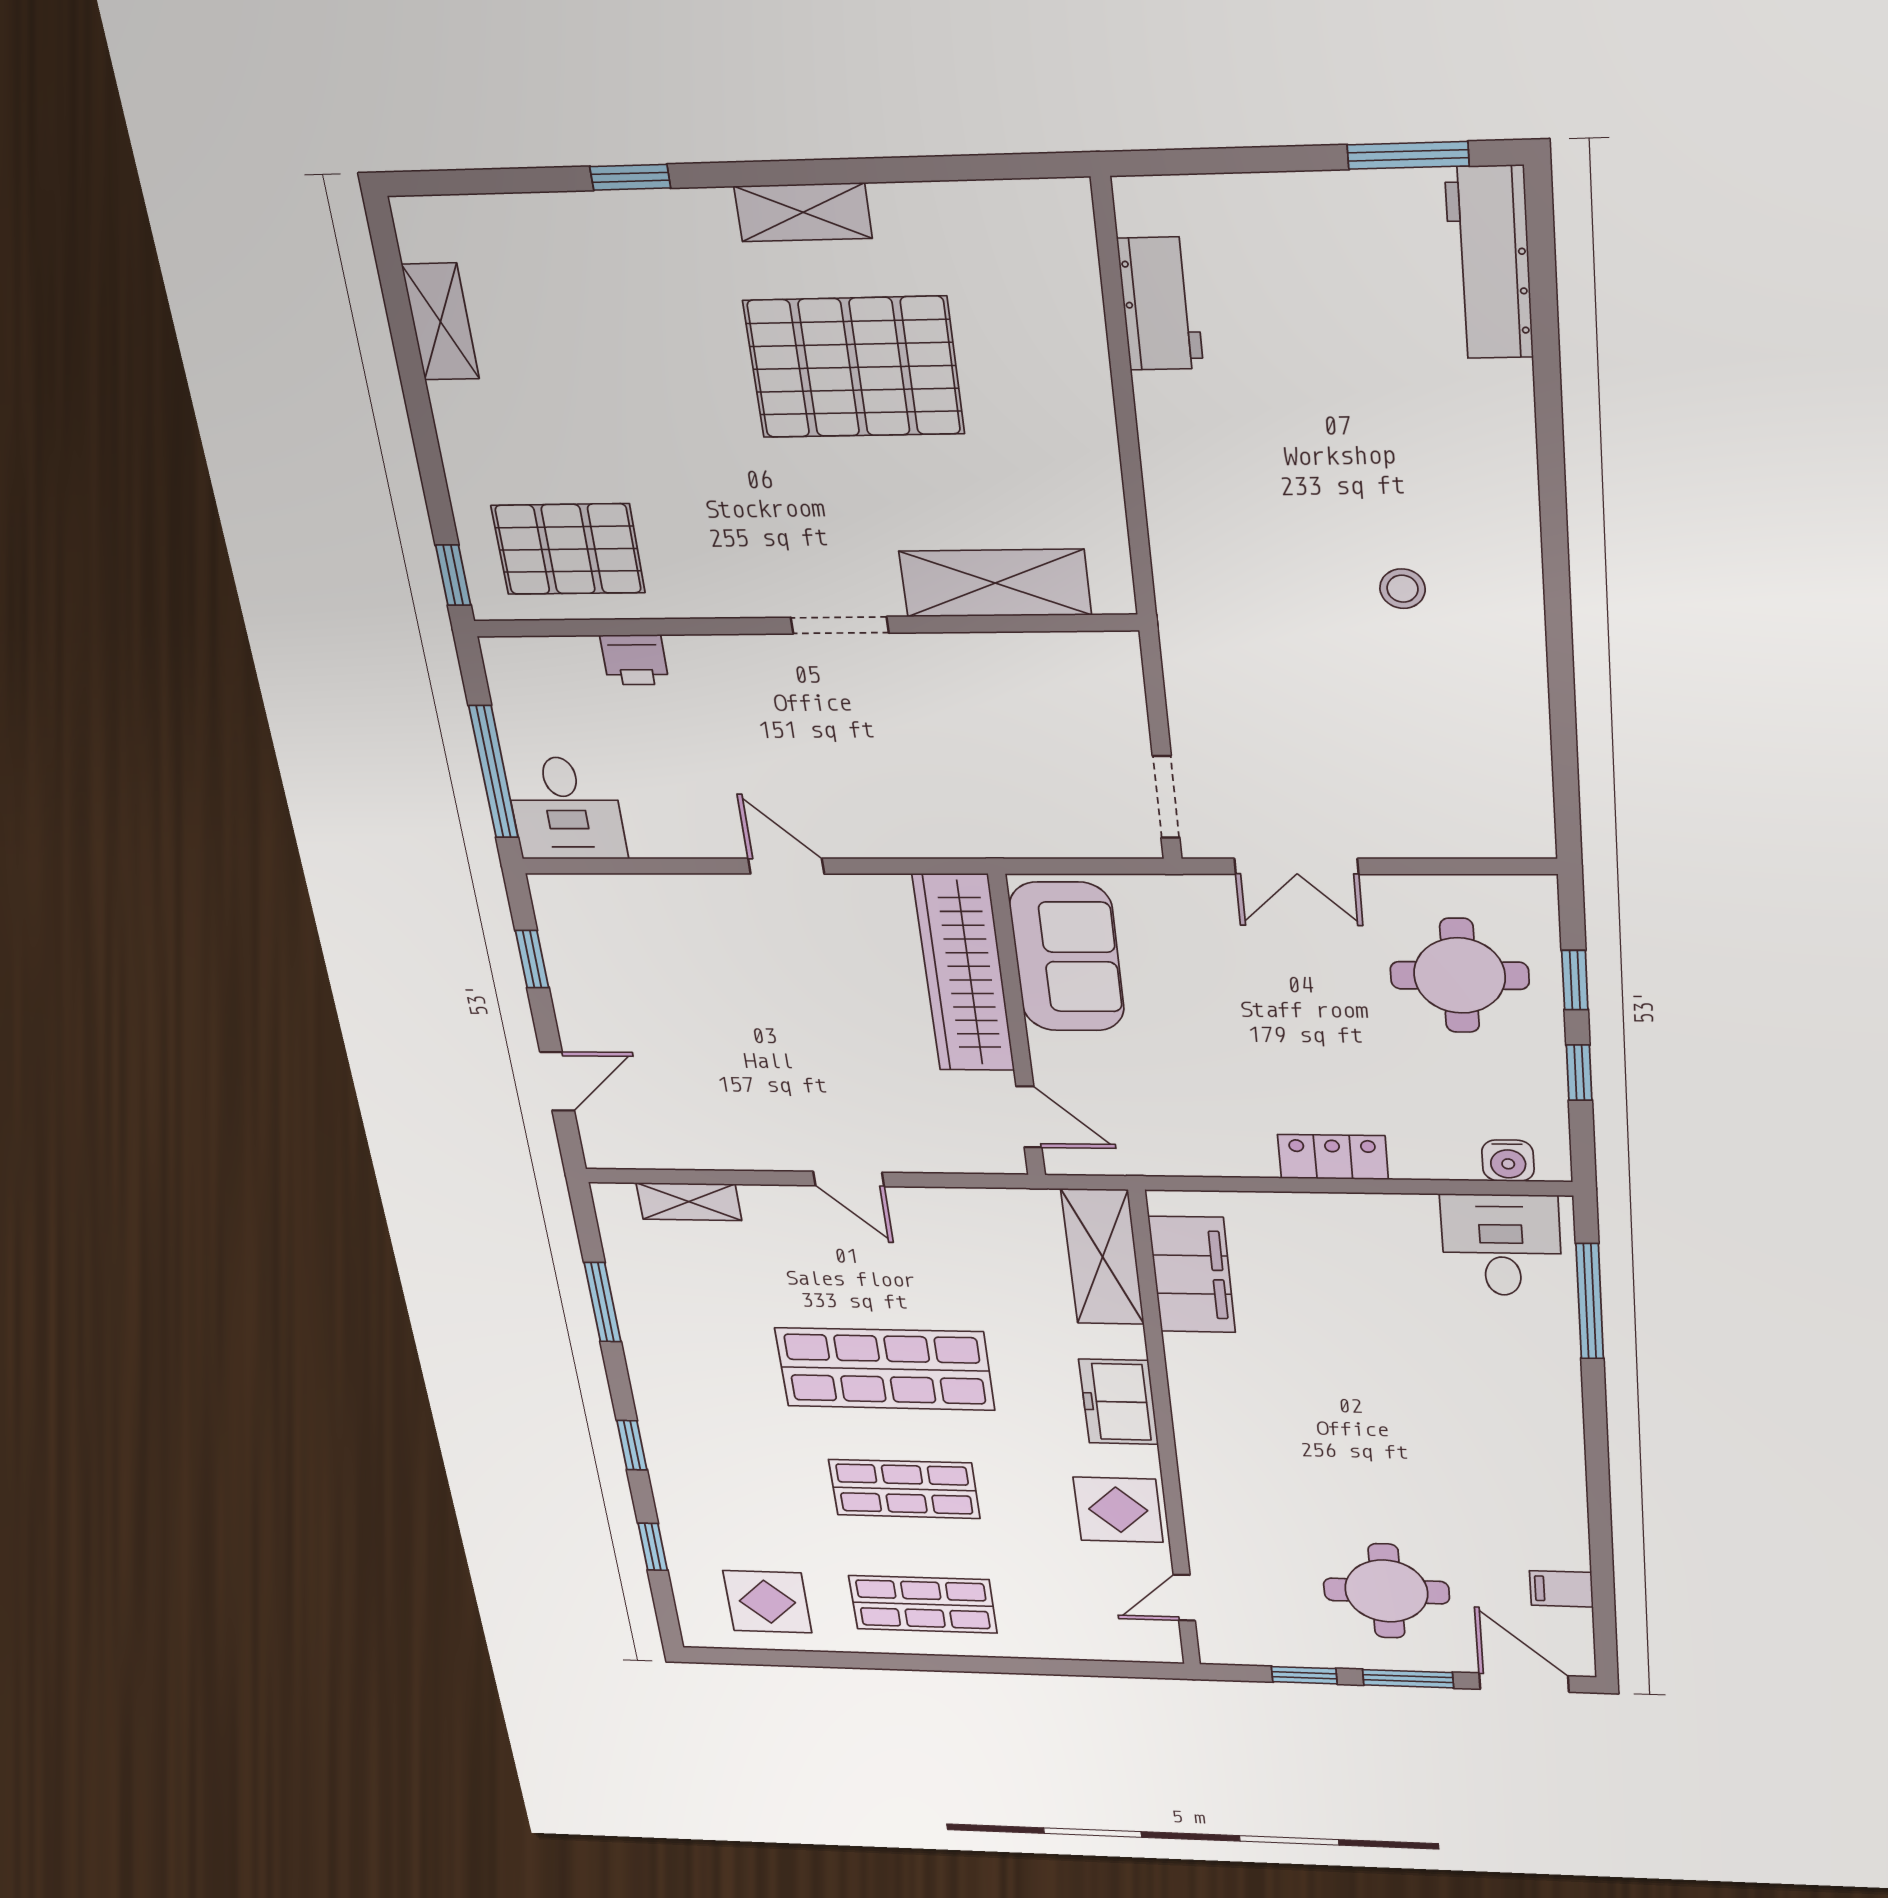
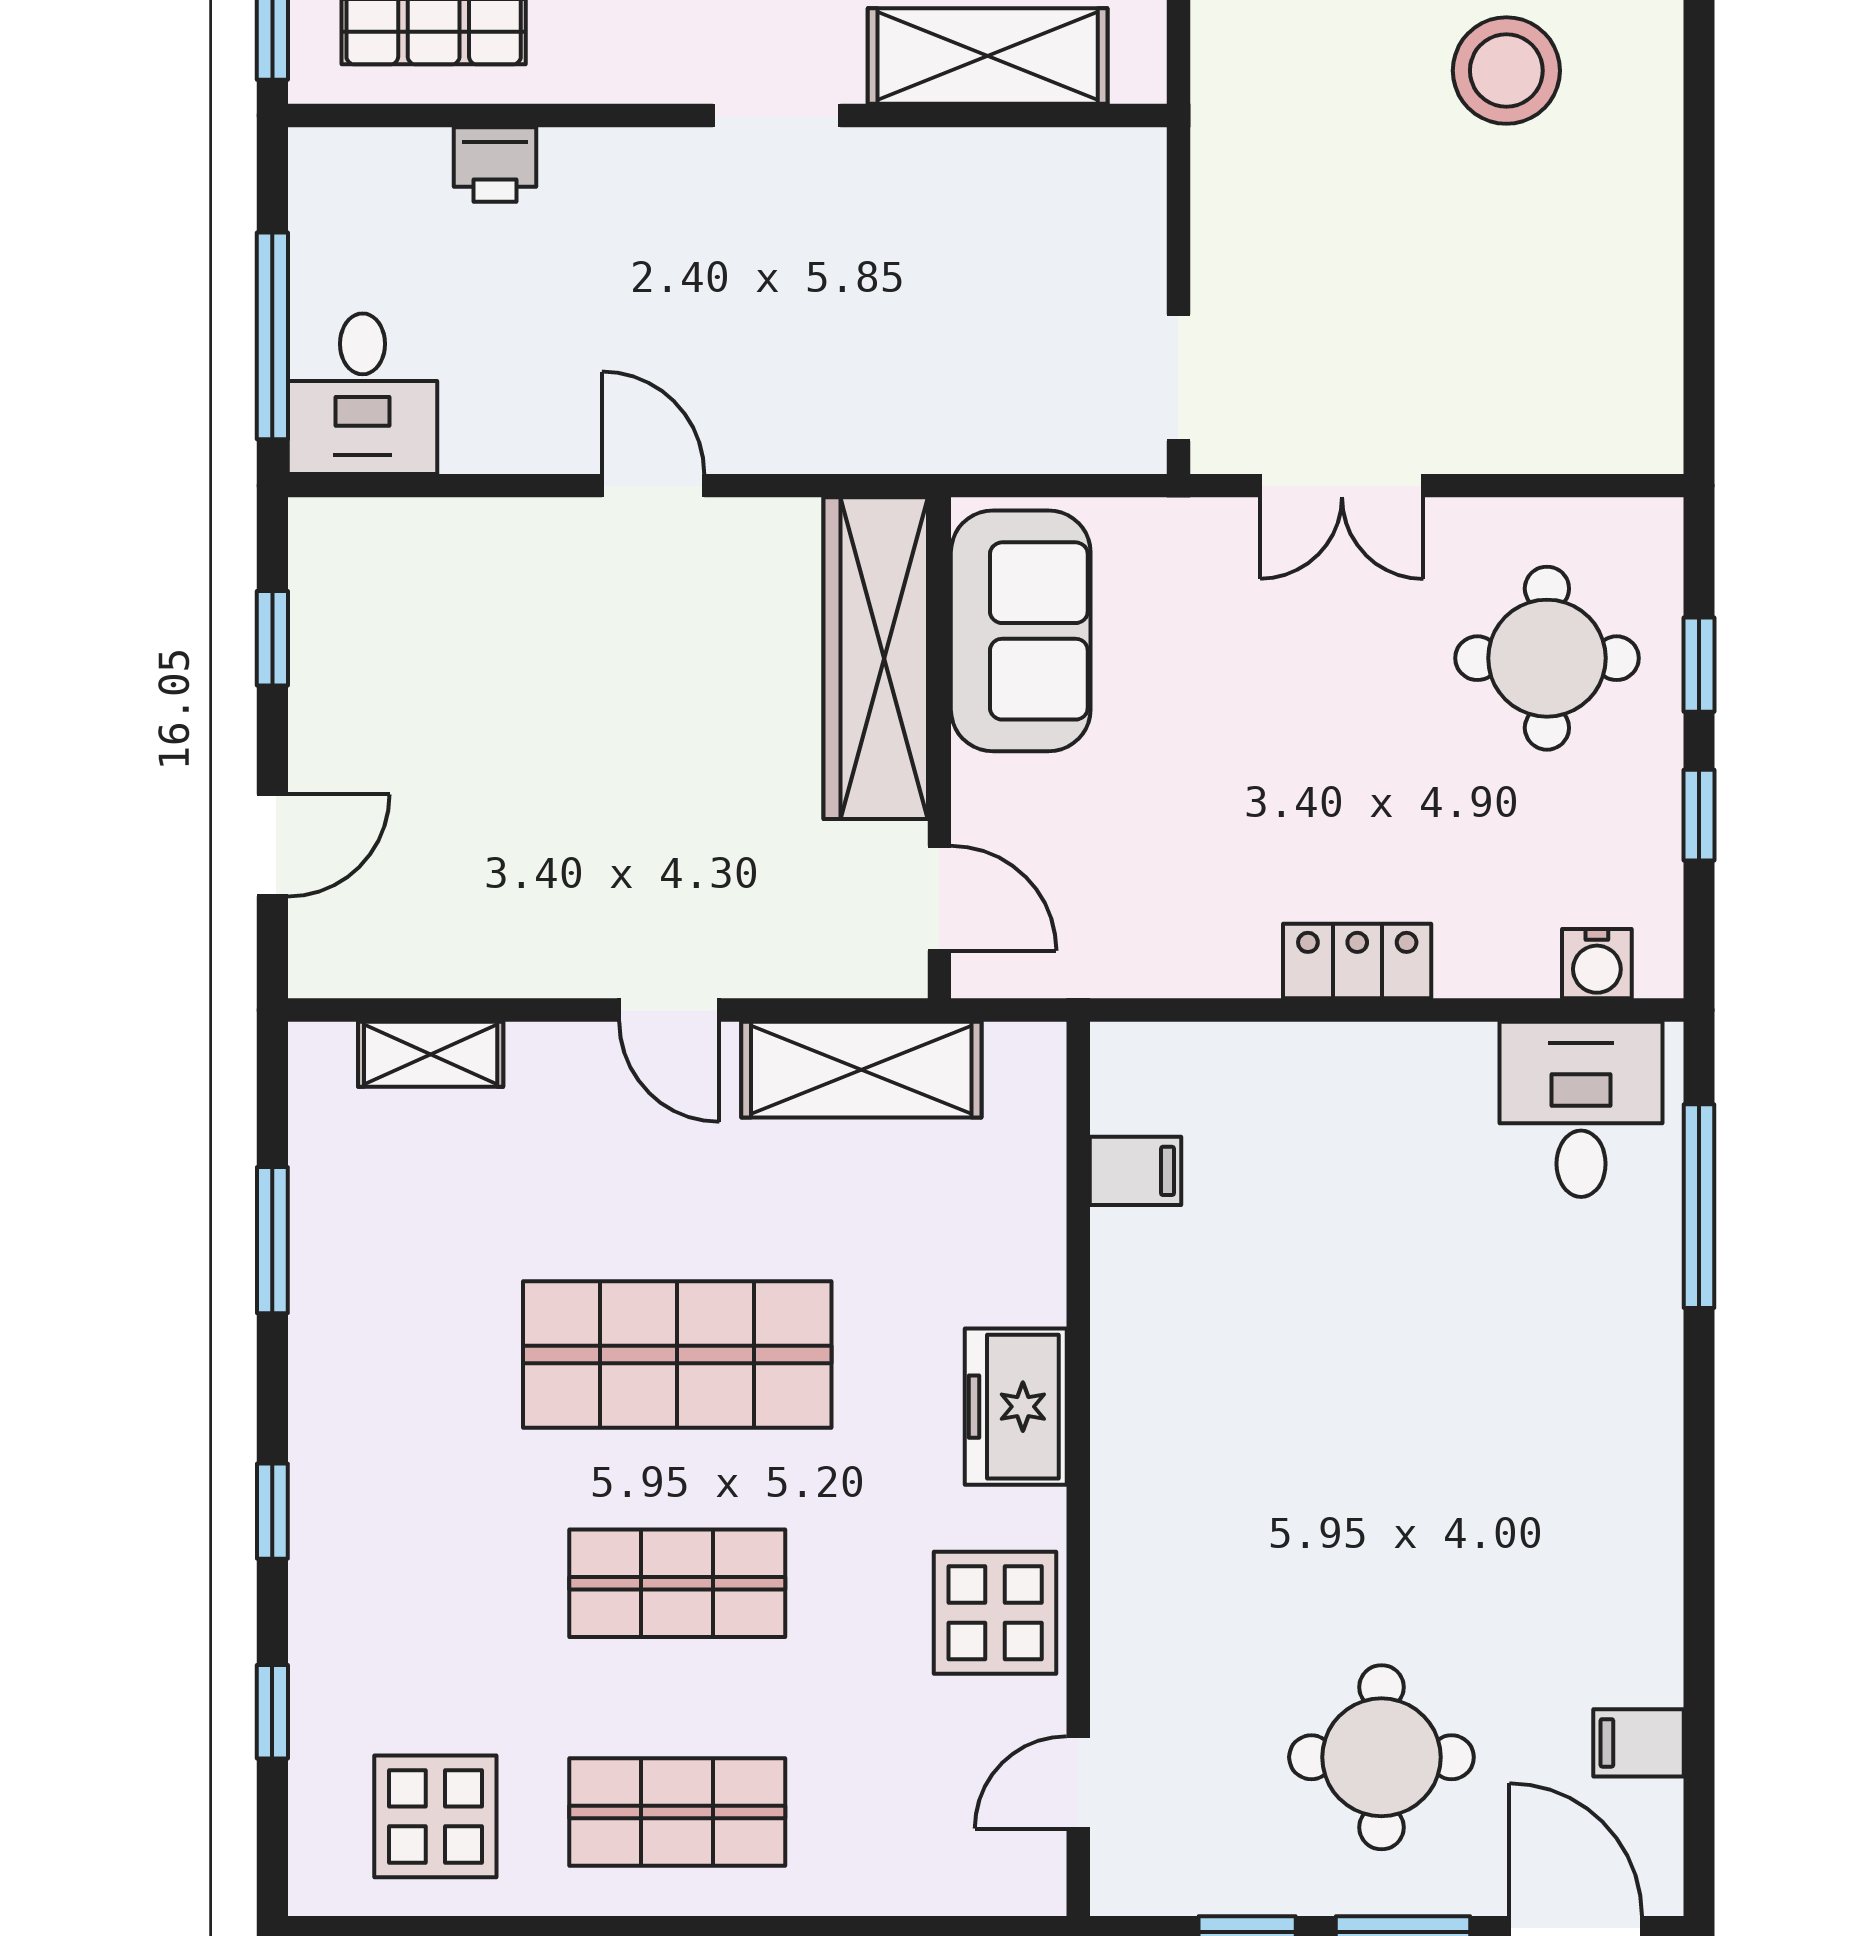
stool: (1403, 589) -> (1506, 71), width x1.89, depth x1.89
shelving: (1103, 1257) -> (861, 1070), moved, turned 90
filing cabinet: (1192, 1275) -> (1135, 1171), width x0.33, depth x0.86

